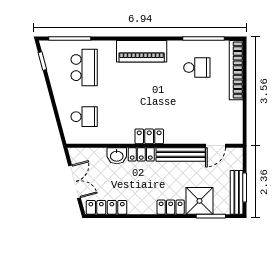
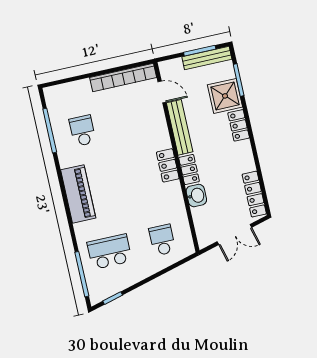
bookcase: (236, 70) -> (123, 77), moved
double door: (75, 182) -> (234, 235), swing flipped

